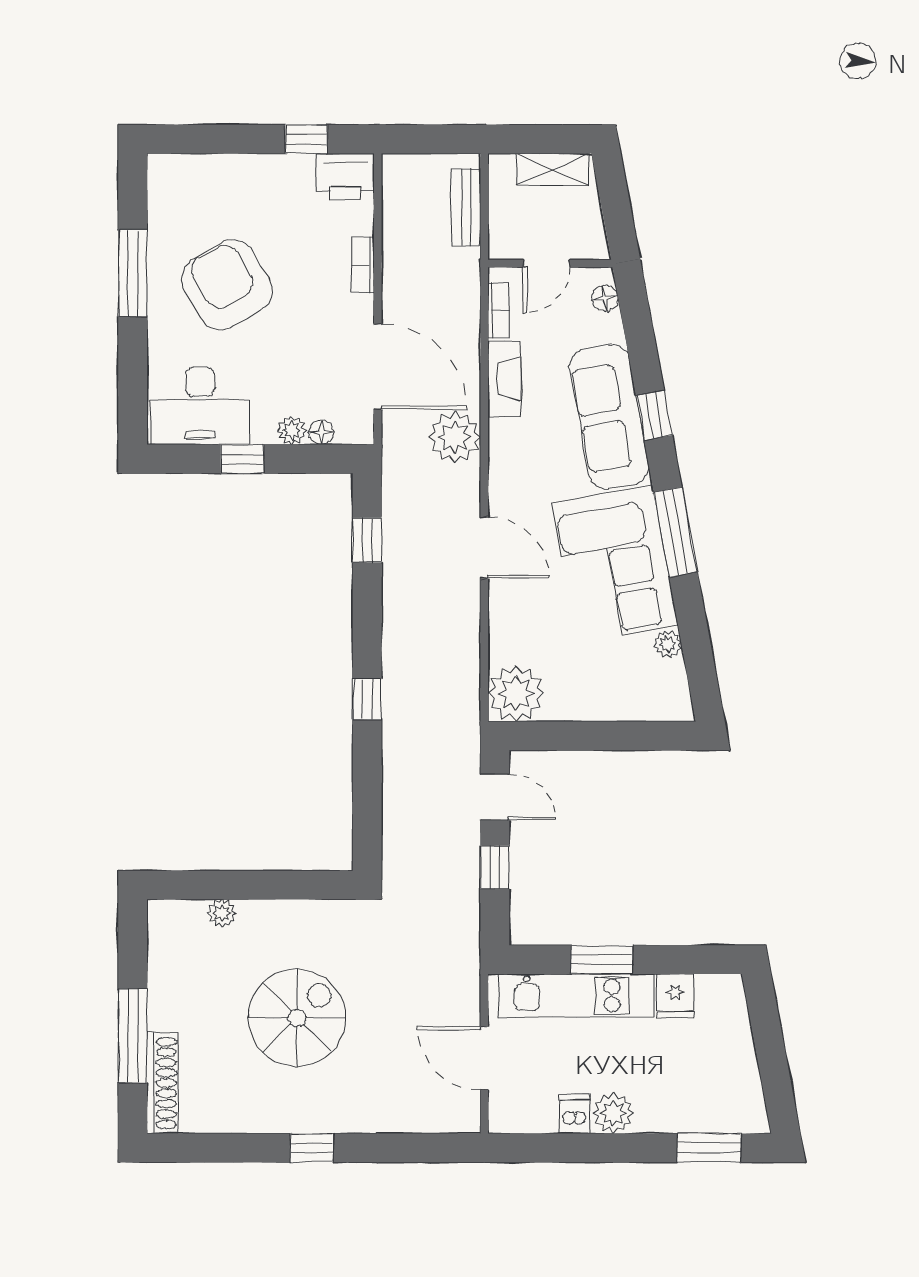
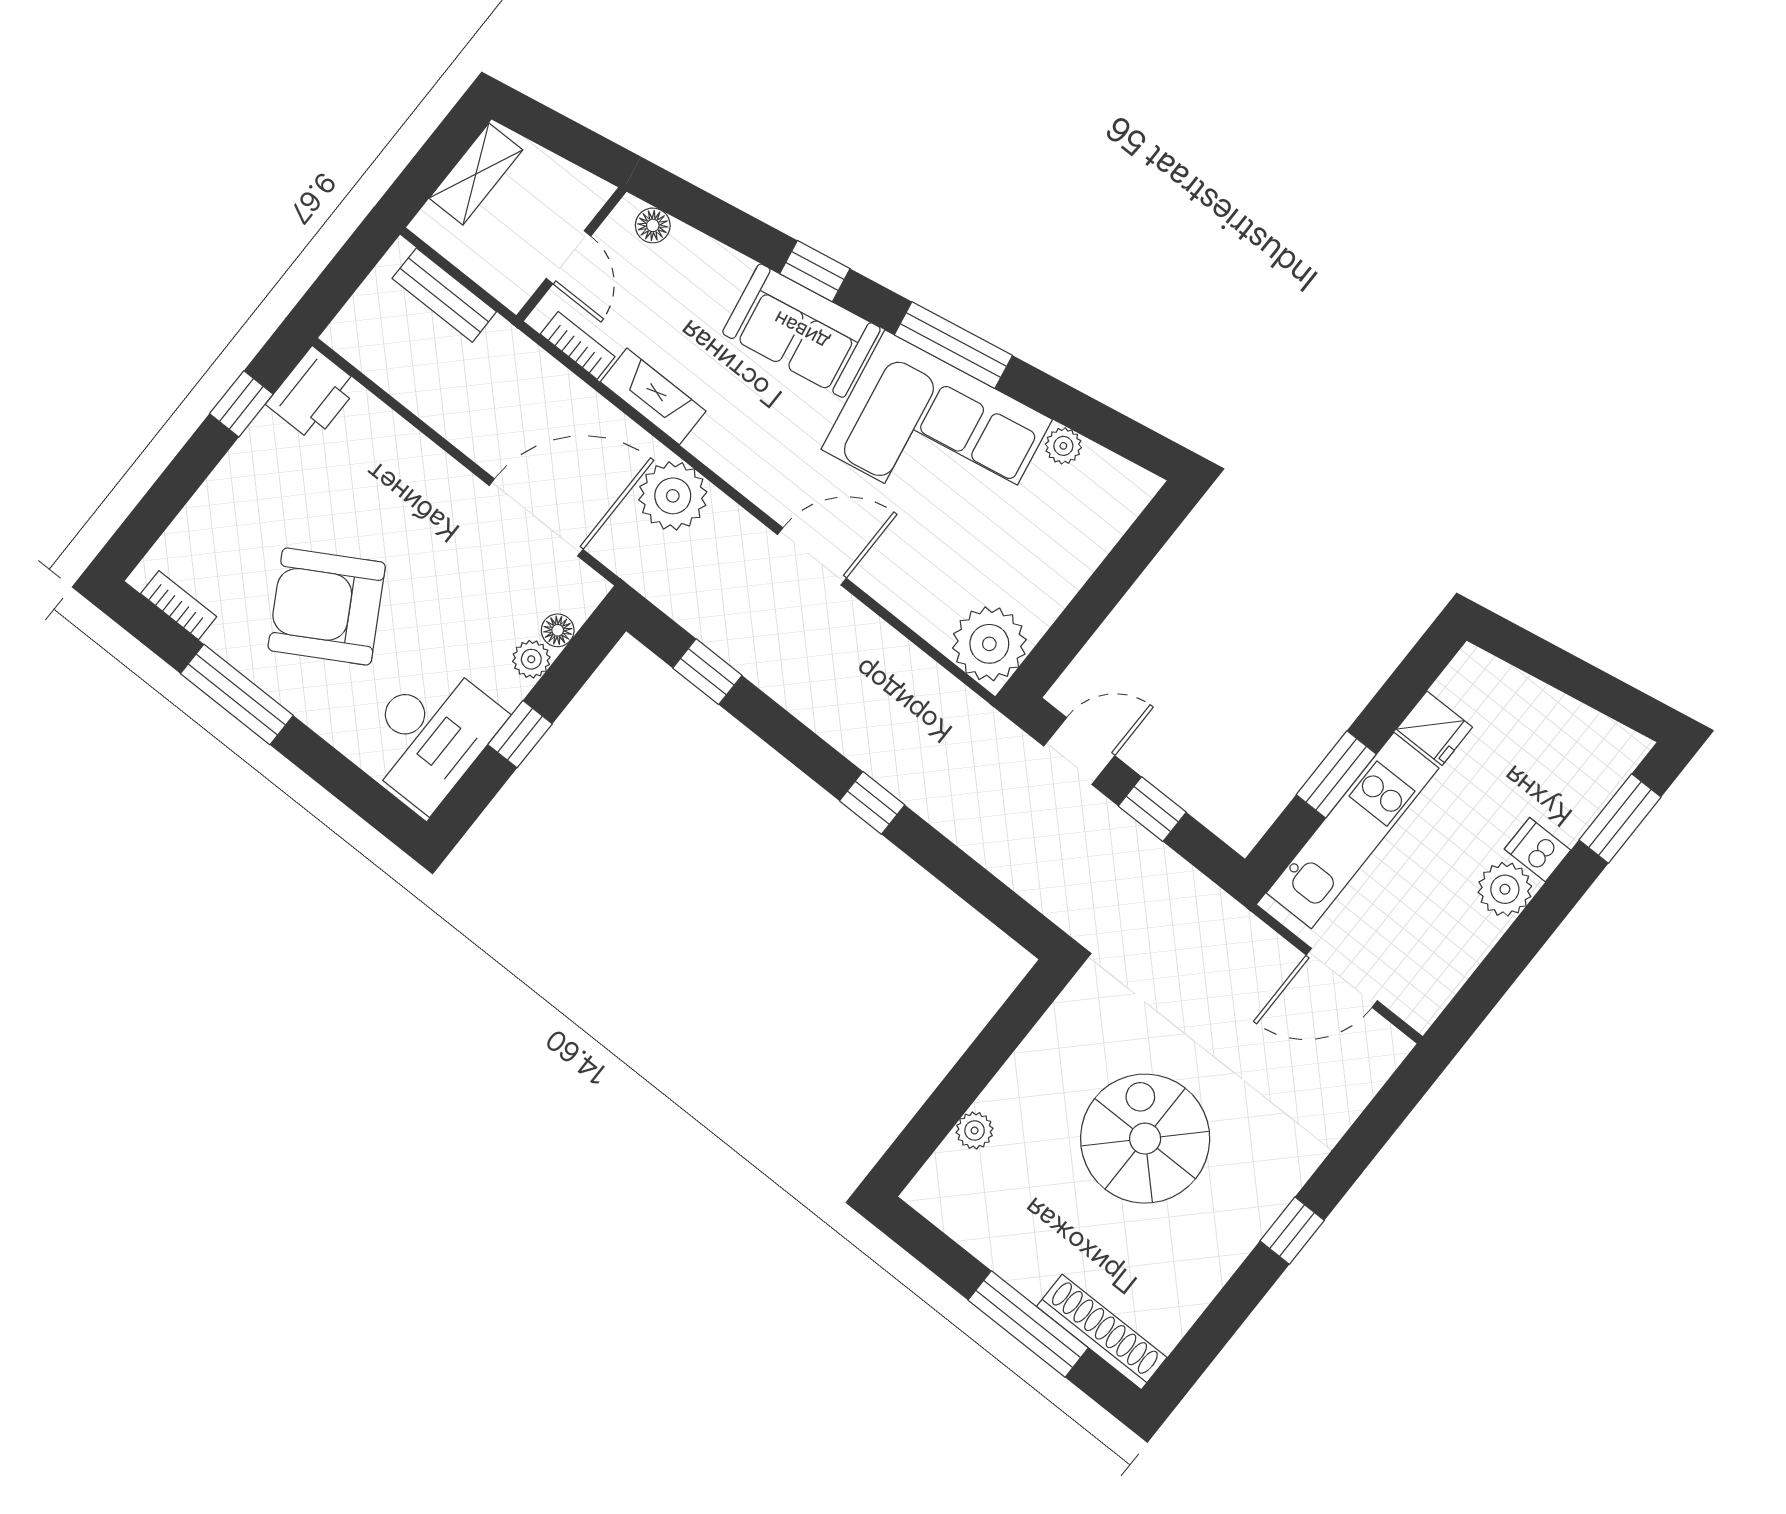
bookcase: (363, 265) -> (179, 605), moved, turned 180
sofa: (609, 417) -> (801, 331), width x0.73
dishwasher: (574, 1114) -> (1537, 850), moved

